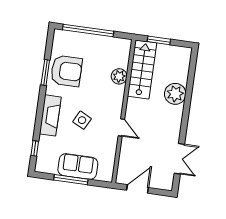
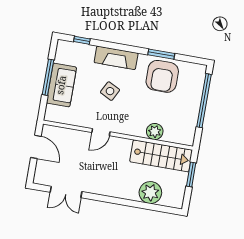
plant: (175, 94) -> (150, 193), moved

